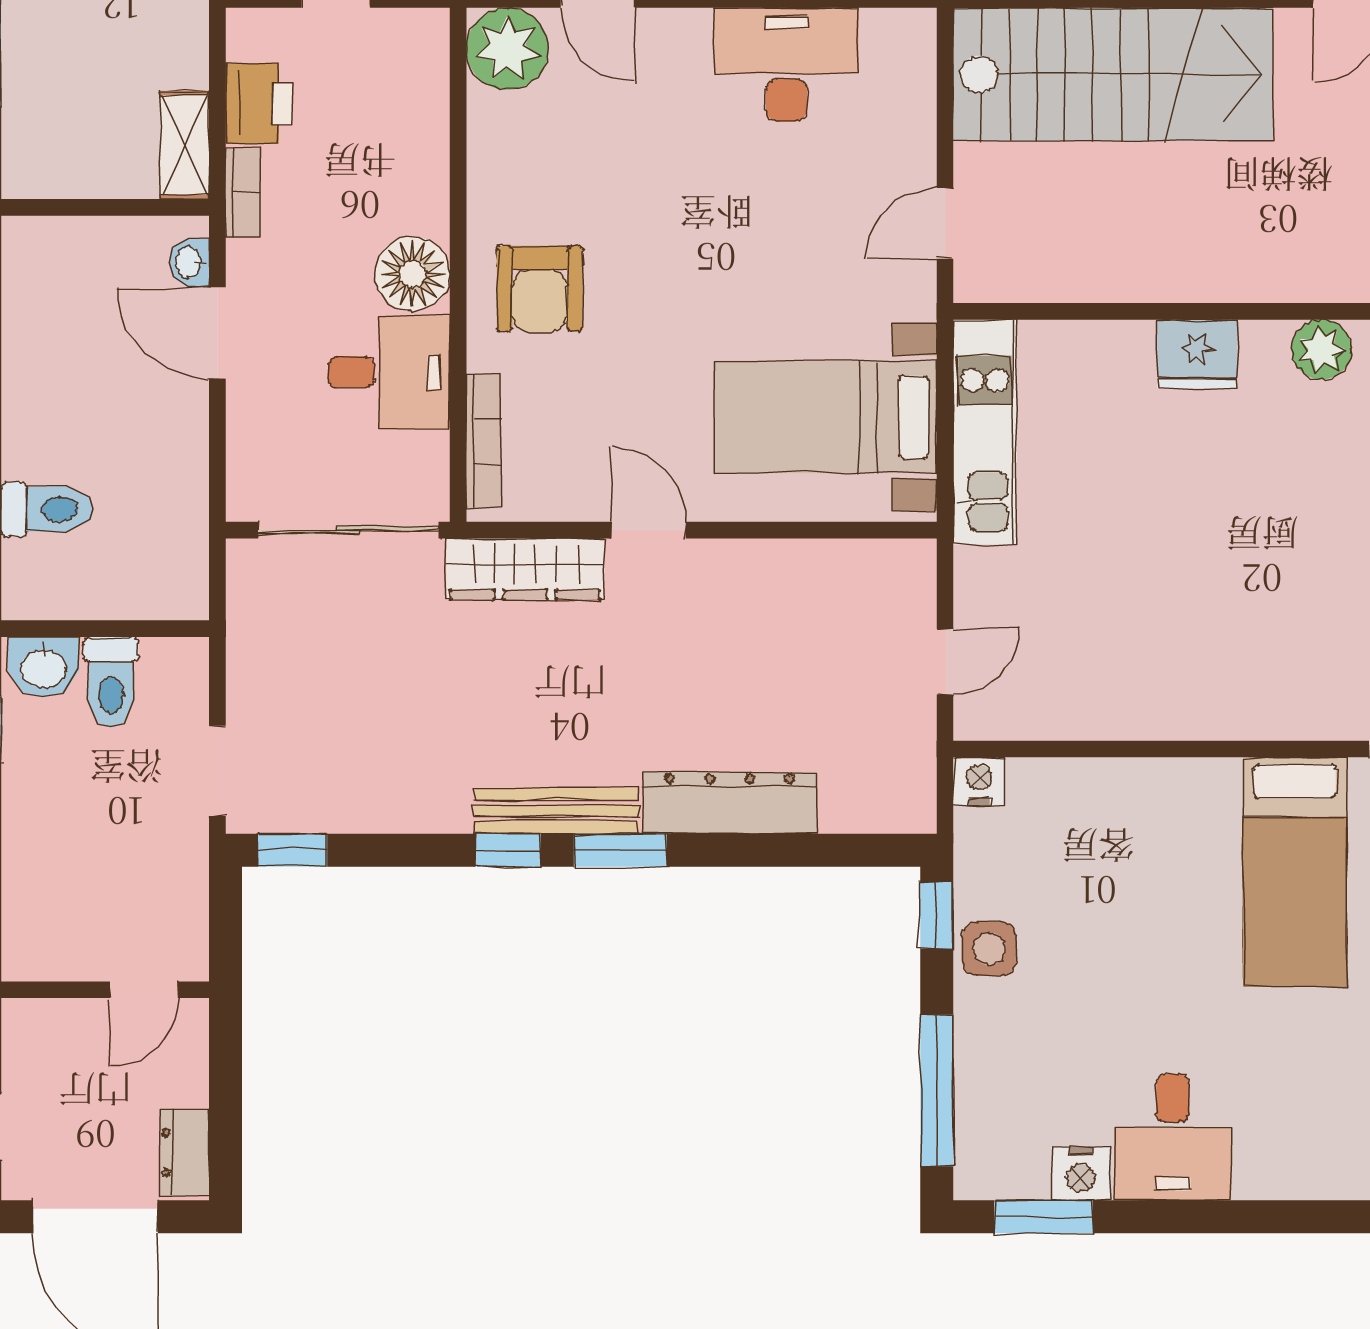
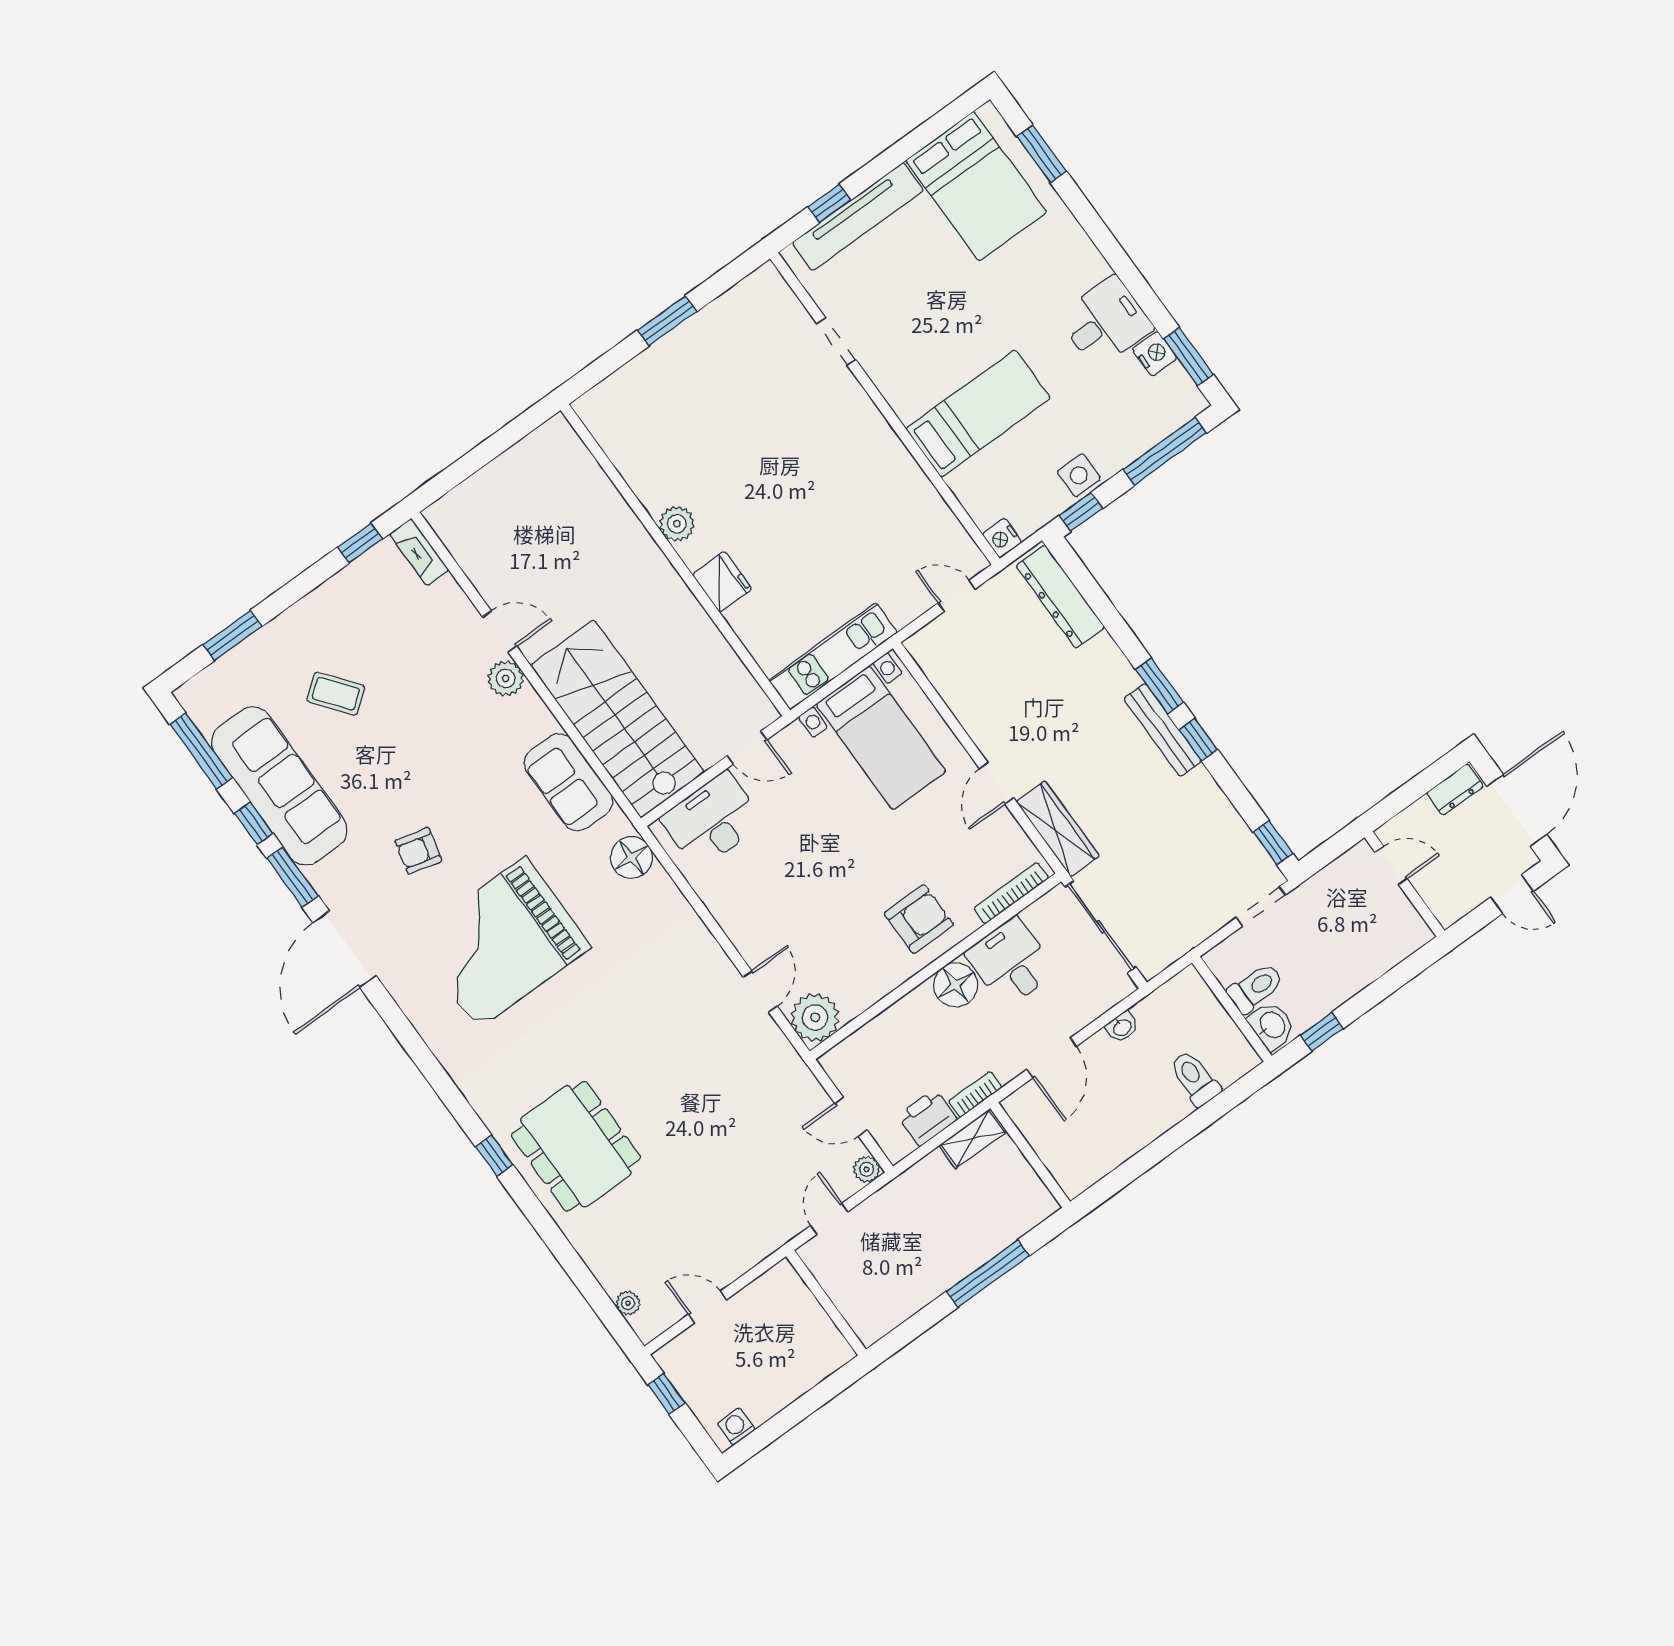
desk: (786, 65) -> (712, 820), moved, turned 90
washbasin: (189, 262) -> (1122, 1027), moved
dresser: (730, 803) -> (1060, 597), moved
bed: (1295, 872) -> (978, 413), moved

